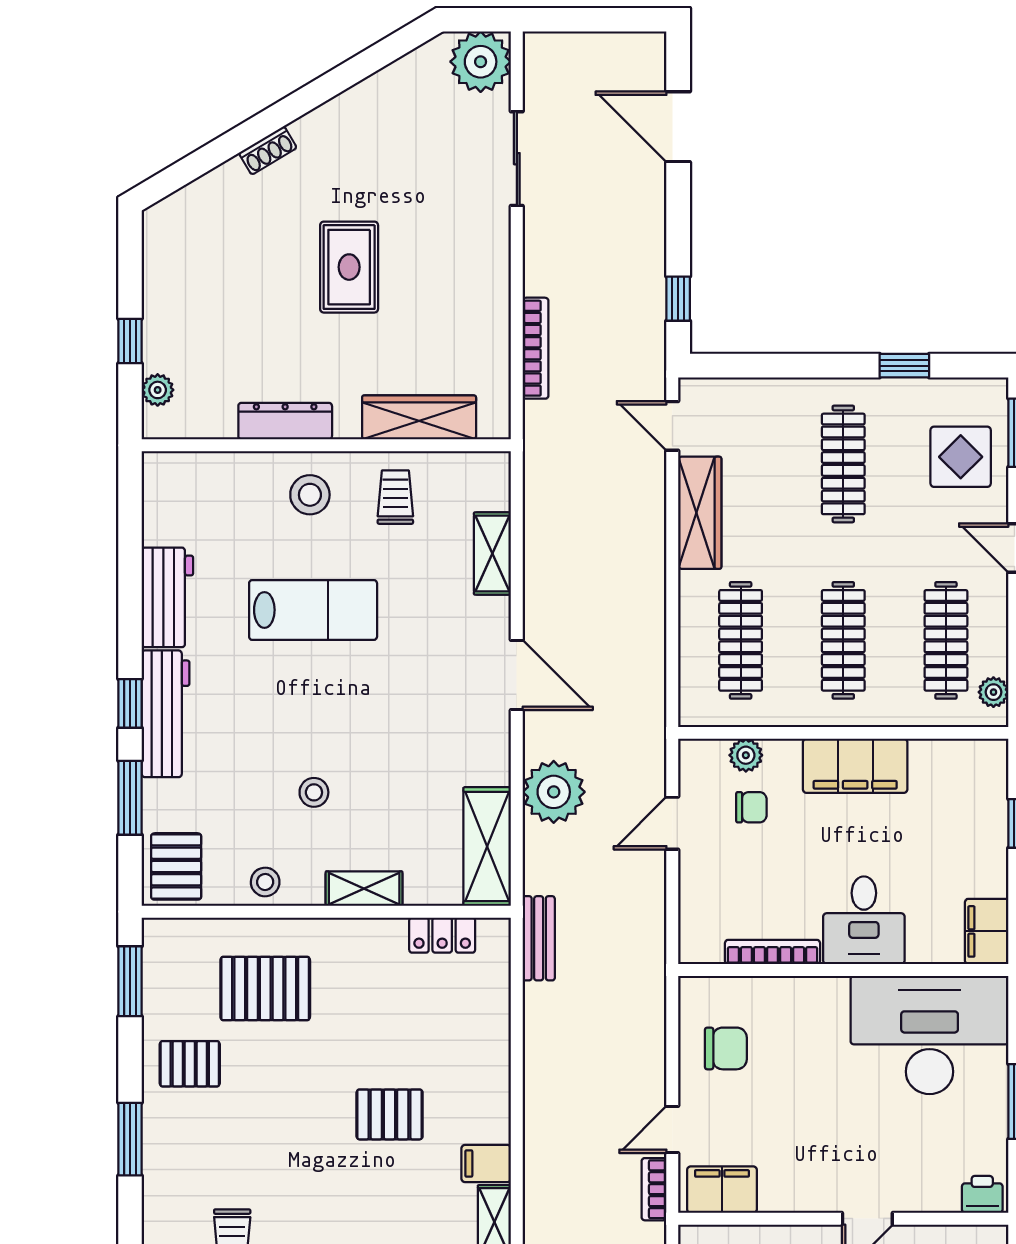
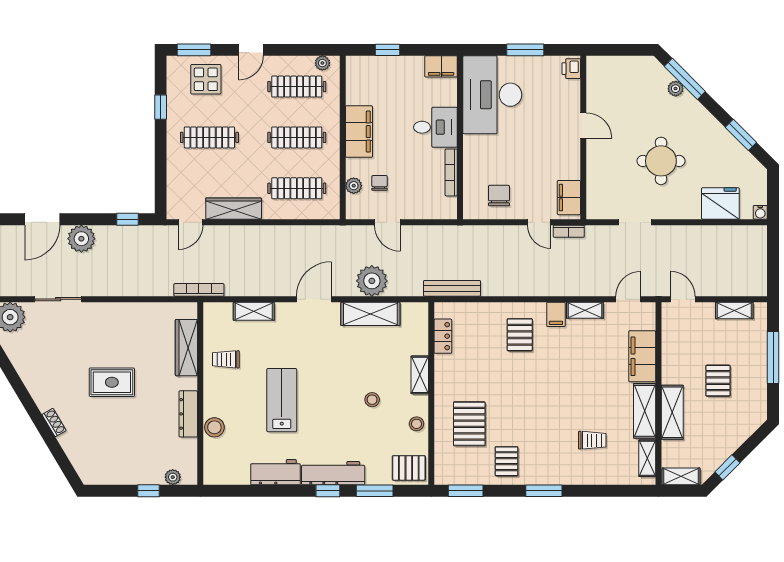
plant: (639, 205) -> (81, 239), added
bookcase: (536, 348) -> (199, 290), moved
stool: (310, 495) -> (214, 427), moved
shelving: (487, 846) -> (370, 314), moved
bench: (539, 938) -> (452, 288), width x1.36
pallet: (390, 1114) -> (520, 335), moved

